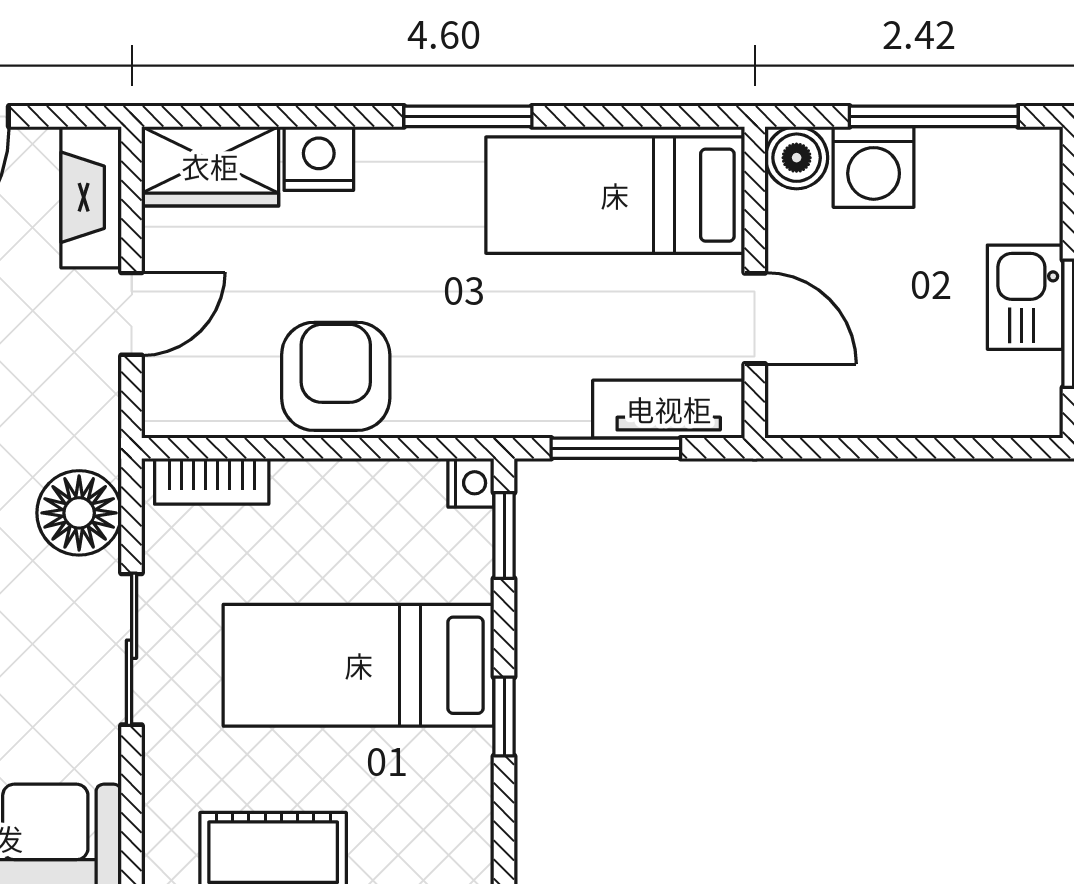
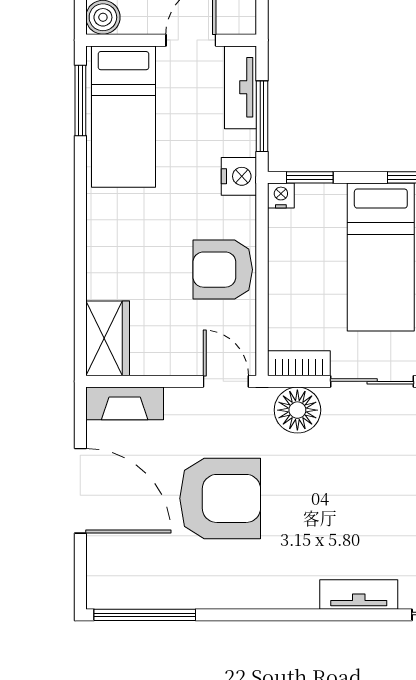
window: (468, 116) -> (80, 101), moved
nightstand: (319, 158) -> (239, 176), moved, turned 180
door: (132, 314) -> (226, 381), moved
bookcase: (212, 481) -> (299, 363), moved, turned -90

